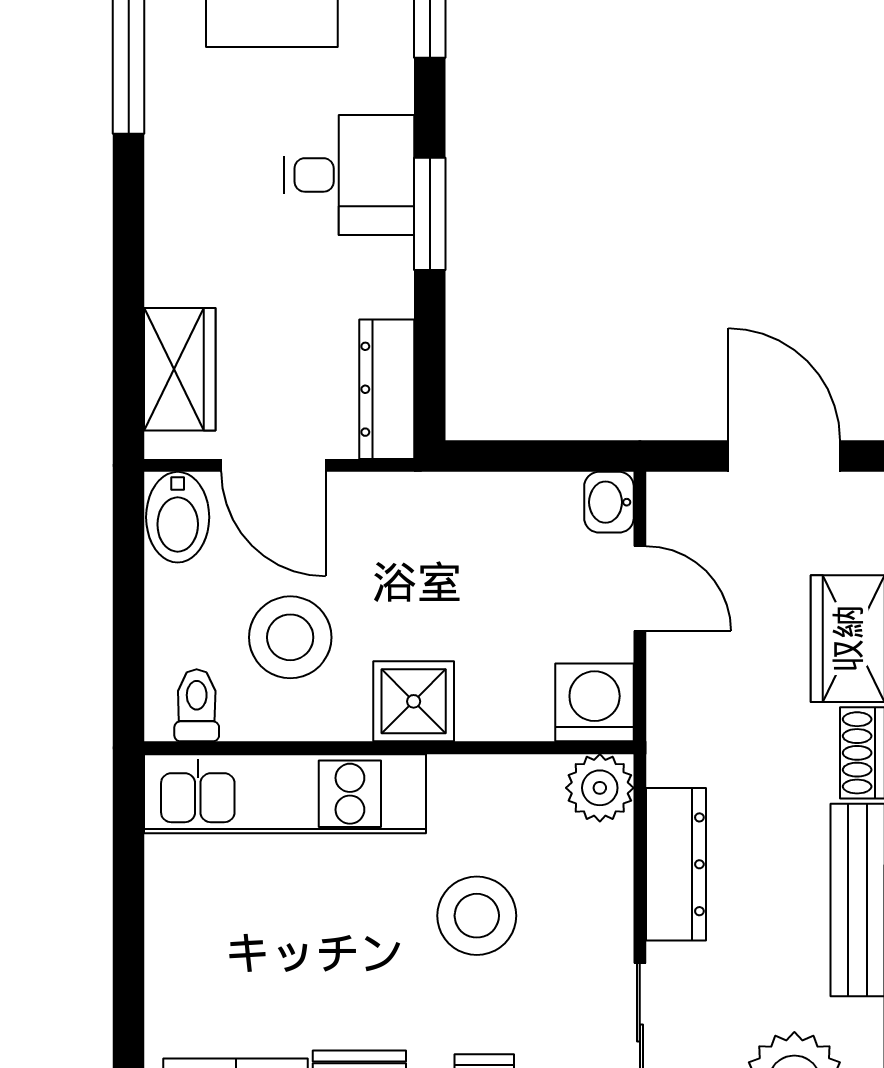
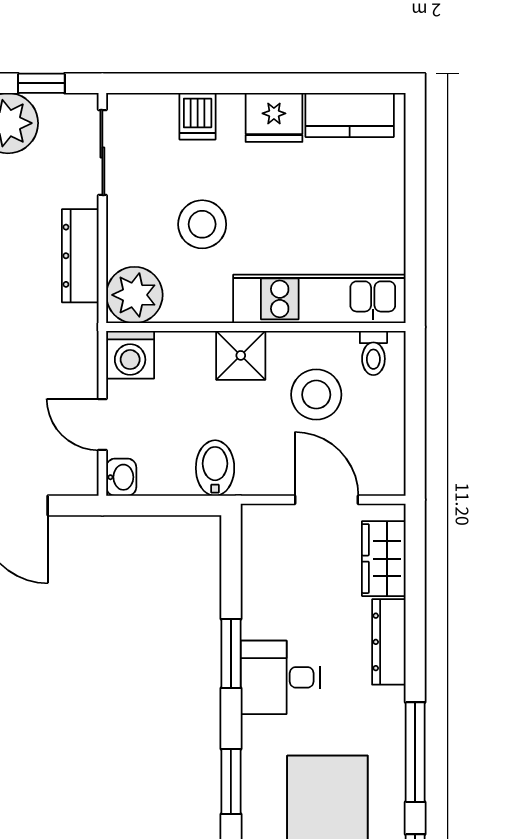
dresser: (387, 389) -> (389, 642), moved, turned 180
bidet: (178, 517) -> (215, 468), moved
plant: (600, 788) -> (134, 295), width x1.36, depth x1.36

